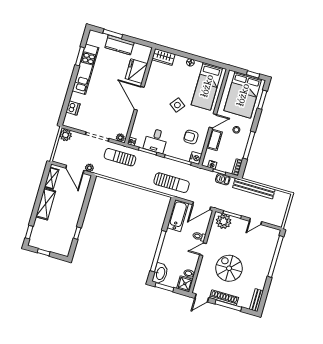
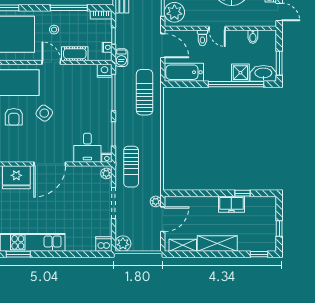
dishwasher: (73, 108) -> (104, 244), moved
armchair: (191, 137) -> (14, 117), moved
desk: (156, 141) -> (87, 148), moved, turned 90
barbecue: (223, 179) -> (121, 58), moved
freezer: (71, 223) -> (231, 204), added
shower: (185, 284) -> (240, 73), moved

